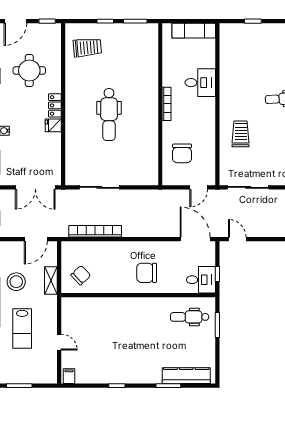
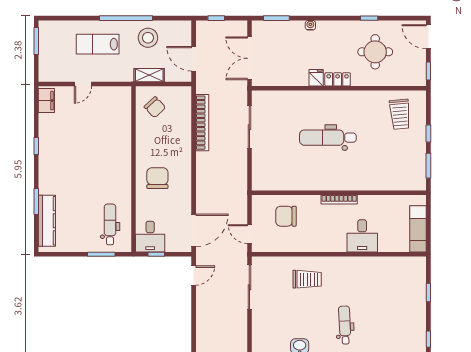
filing cabinet: (69, 376) -> (46, 101), width x2.00

